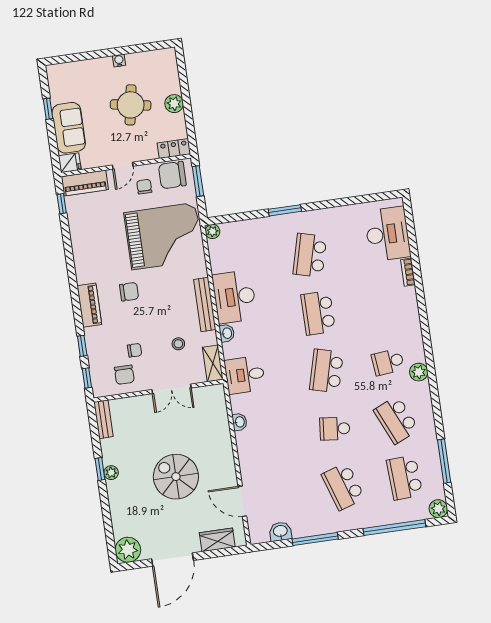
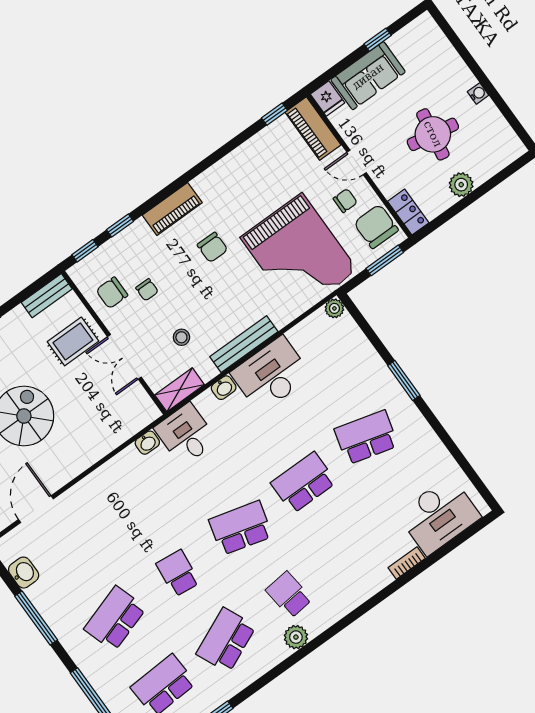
rug: (143, 418) -> (73, 341), added
washbasin: (239, 422) -> (147, 443), moved

